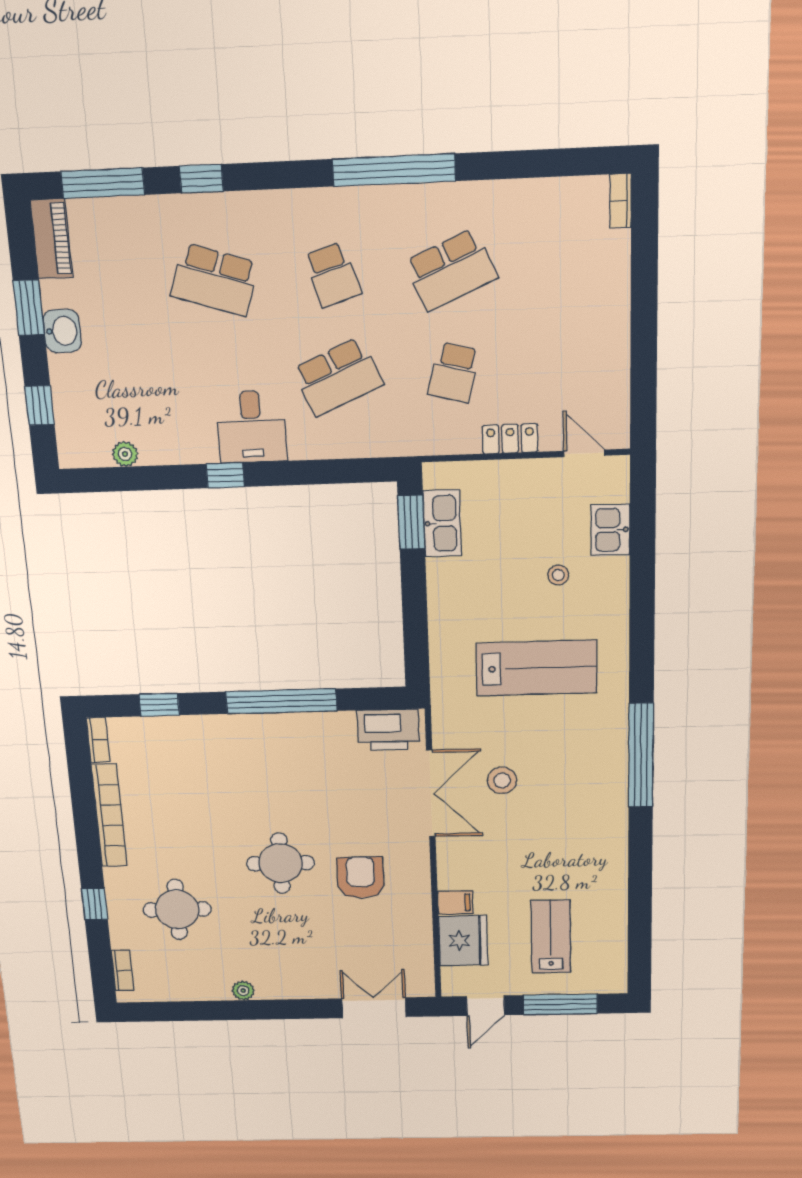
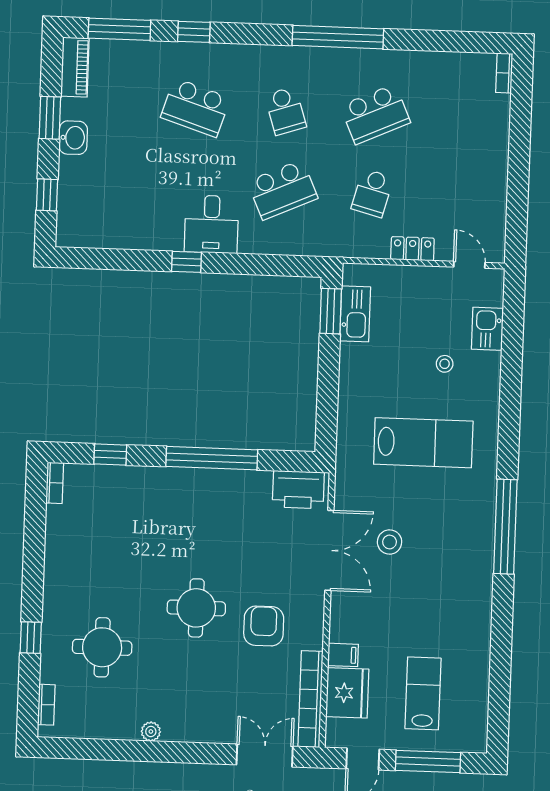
plant: (125, 454) -> (109, 239), removed
bookcase: (109, 816) -> (310, 699), moved, turned 180

